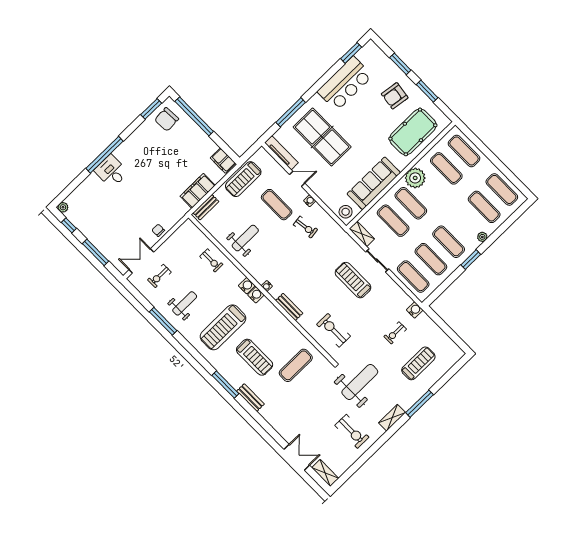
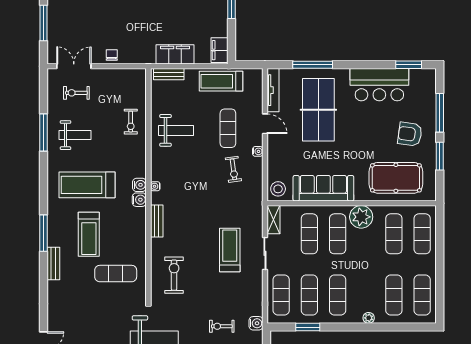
window: (400, 64) -> (440, 113), width x1.44
window: (471, 260) -> (308, 327), moved
water cooler: (247, 286) -> (139, 200), moved

